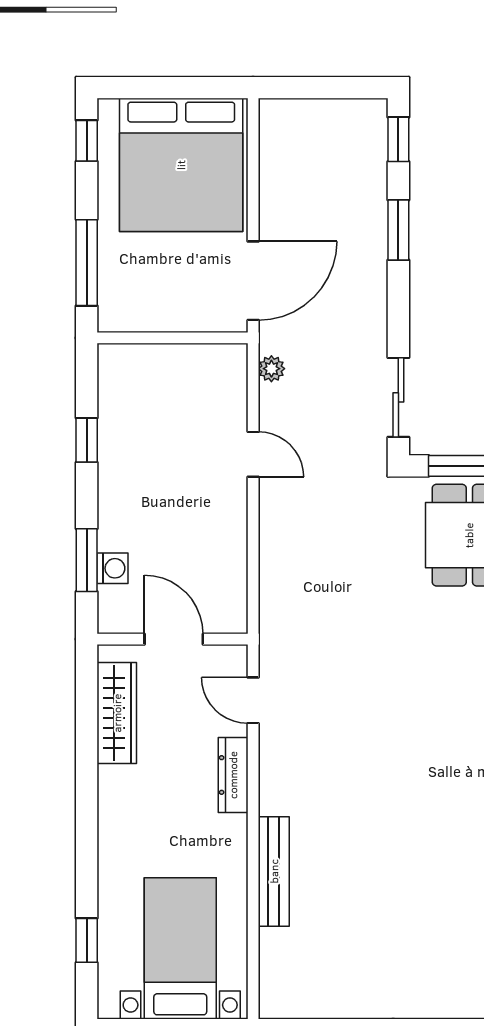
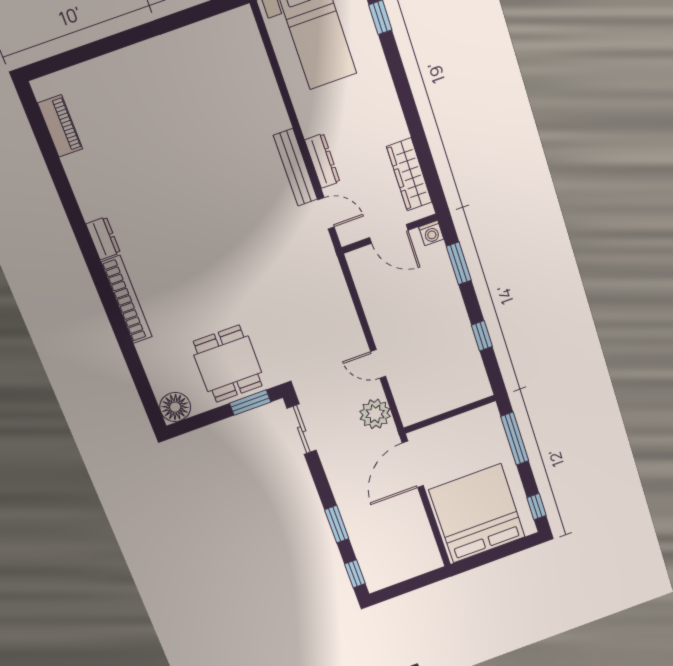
plant: (271, 369) -> (375, 414), width x1.88, depth x1.88
washing machine: (112, 568) -> (431, 233), moved, turned -90
bench: (274, 871) -> (295, 167), moved

